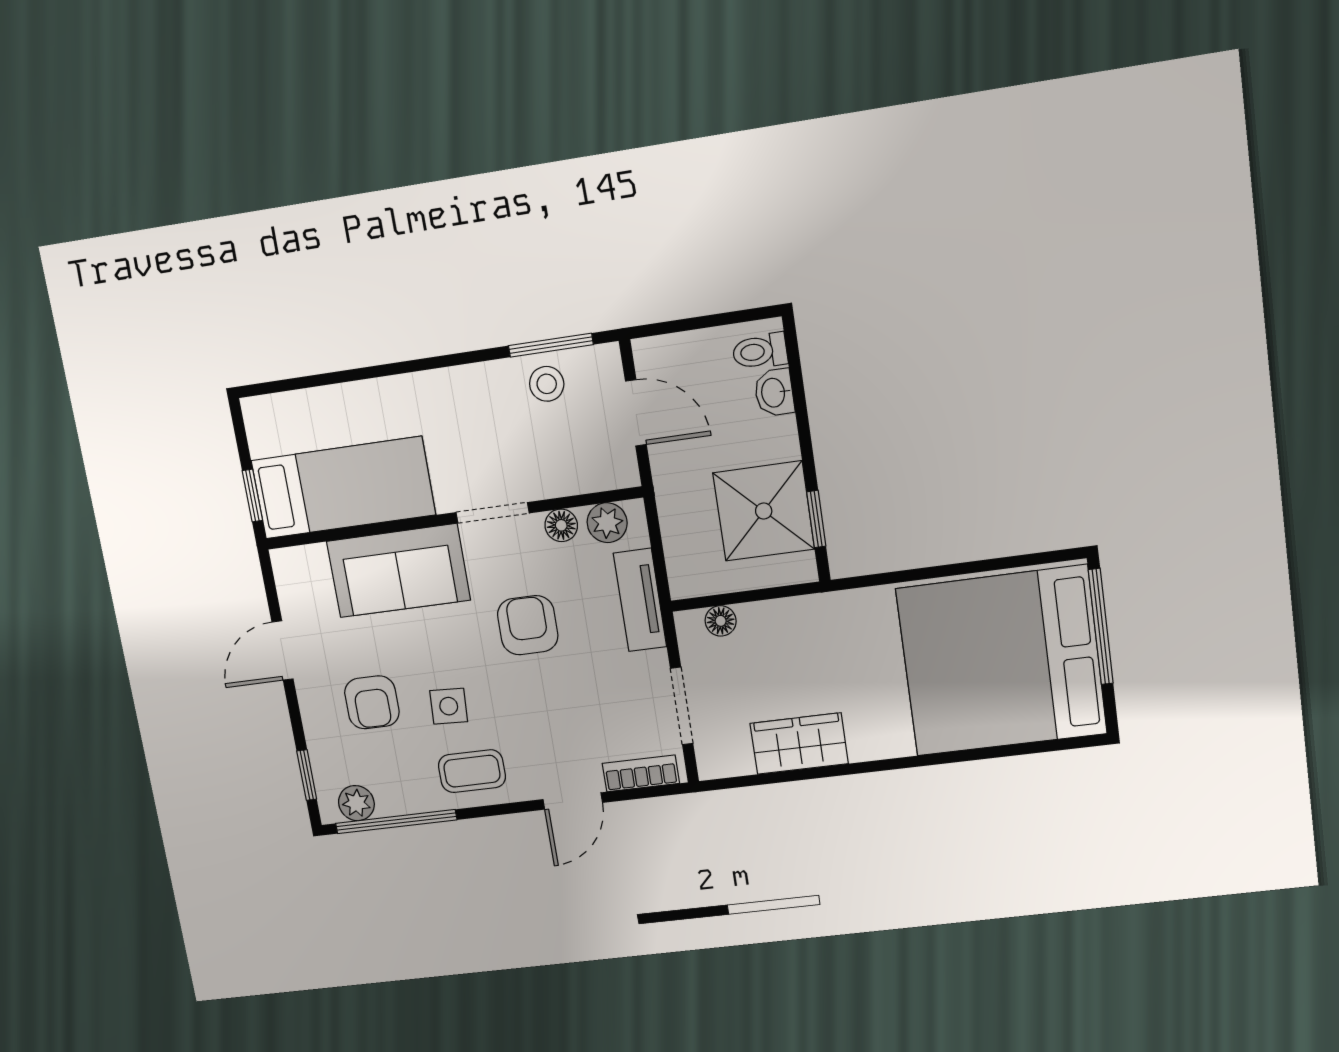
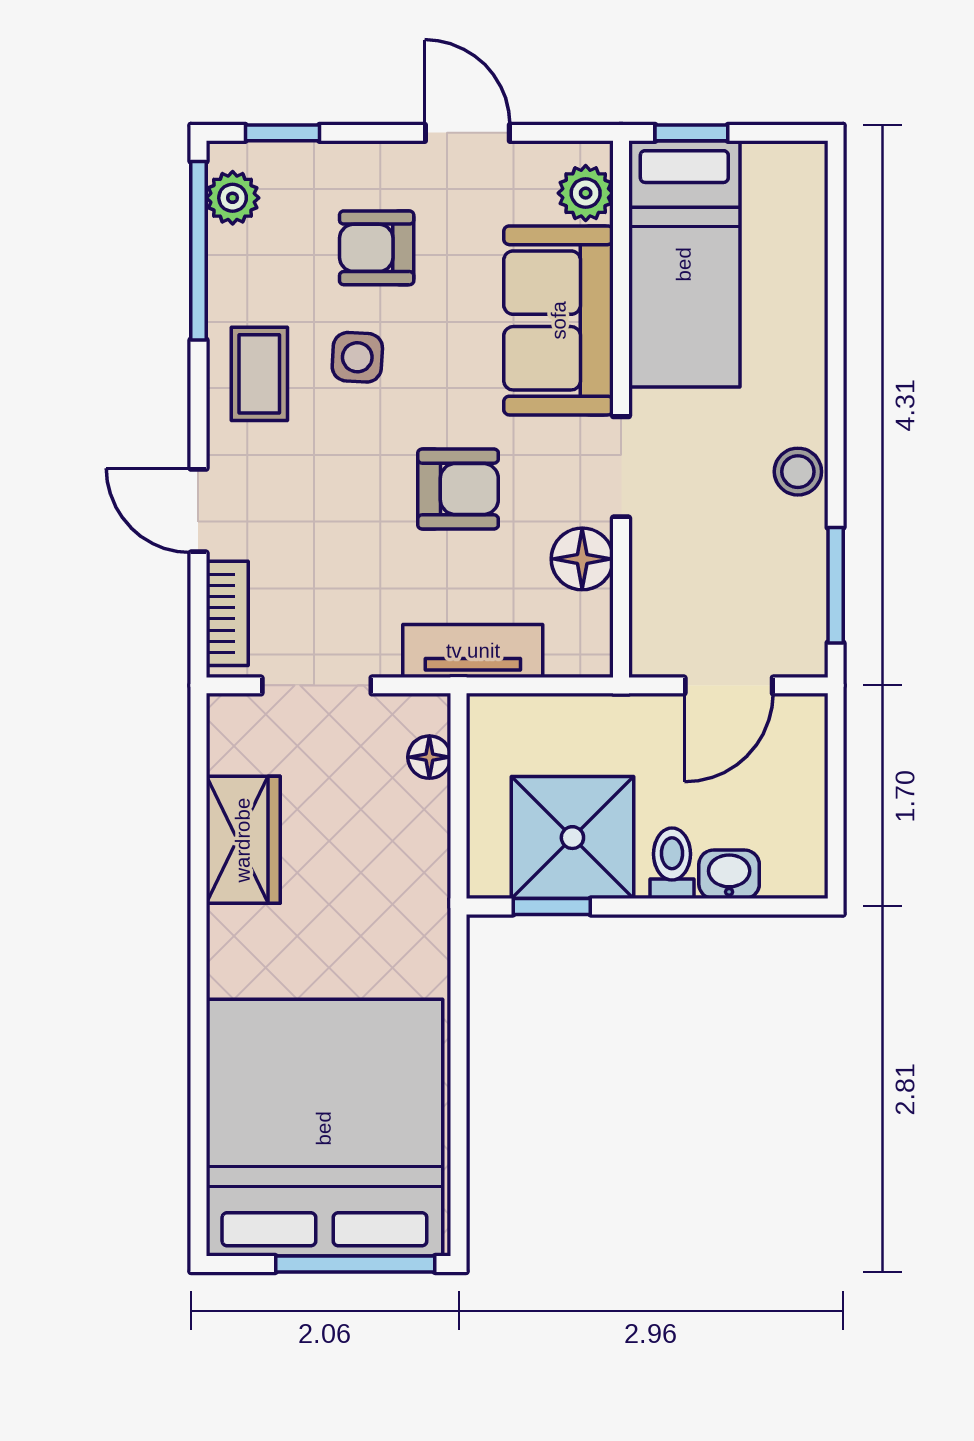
toilet: (760, 351) -> (672, 863), moved
stool: (547, 384) -> (798, 472), moved
plant: (607, 523) -> (586, 193), moved
floor lamp: (561, 525) -> (582, 559), width x1.37, depth x1.37

